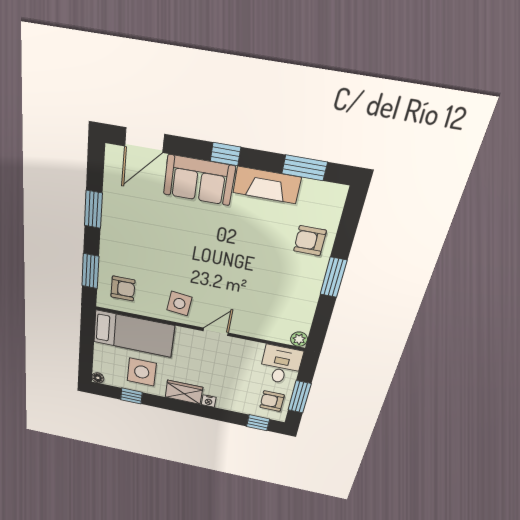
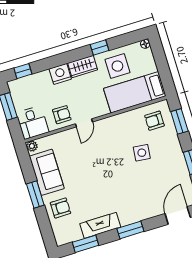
window: (226, 154) -> (130, 230), width x1.50
sofa: (199, 180) -> (47, 172), moved, turned 90
side table: (179, 304) -> (142, 153), moved
window: (131, 396) -> (100, 48), moved
nightstand: (209, 401) -> (60, 74), width x1.89, depth x1.79
armchair: (272, 401) -> (62, 115), moved

